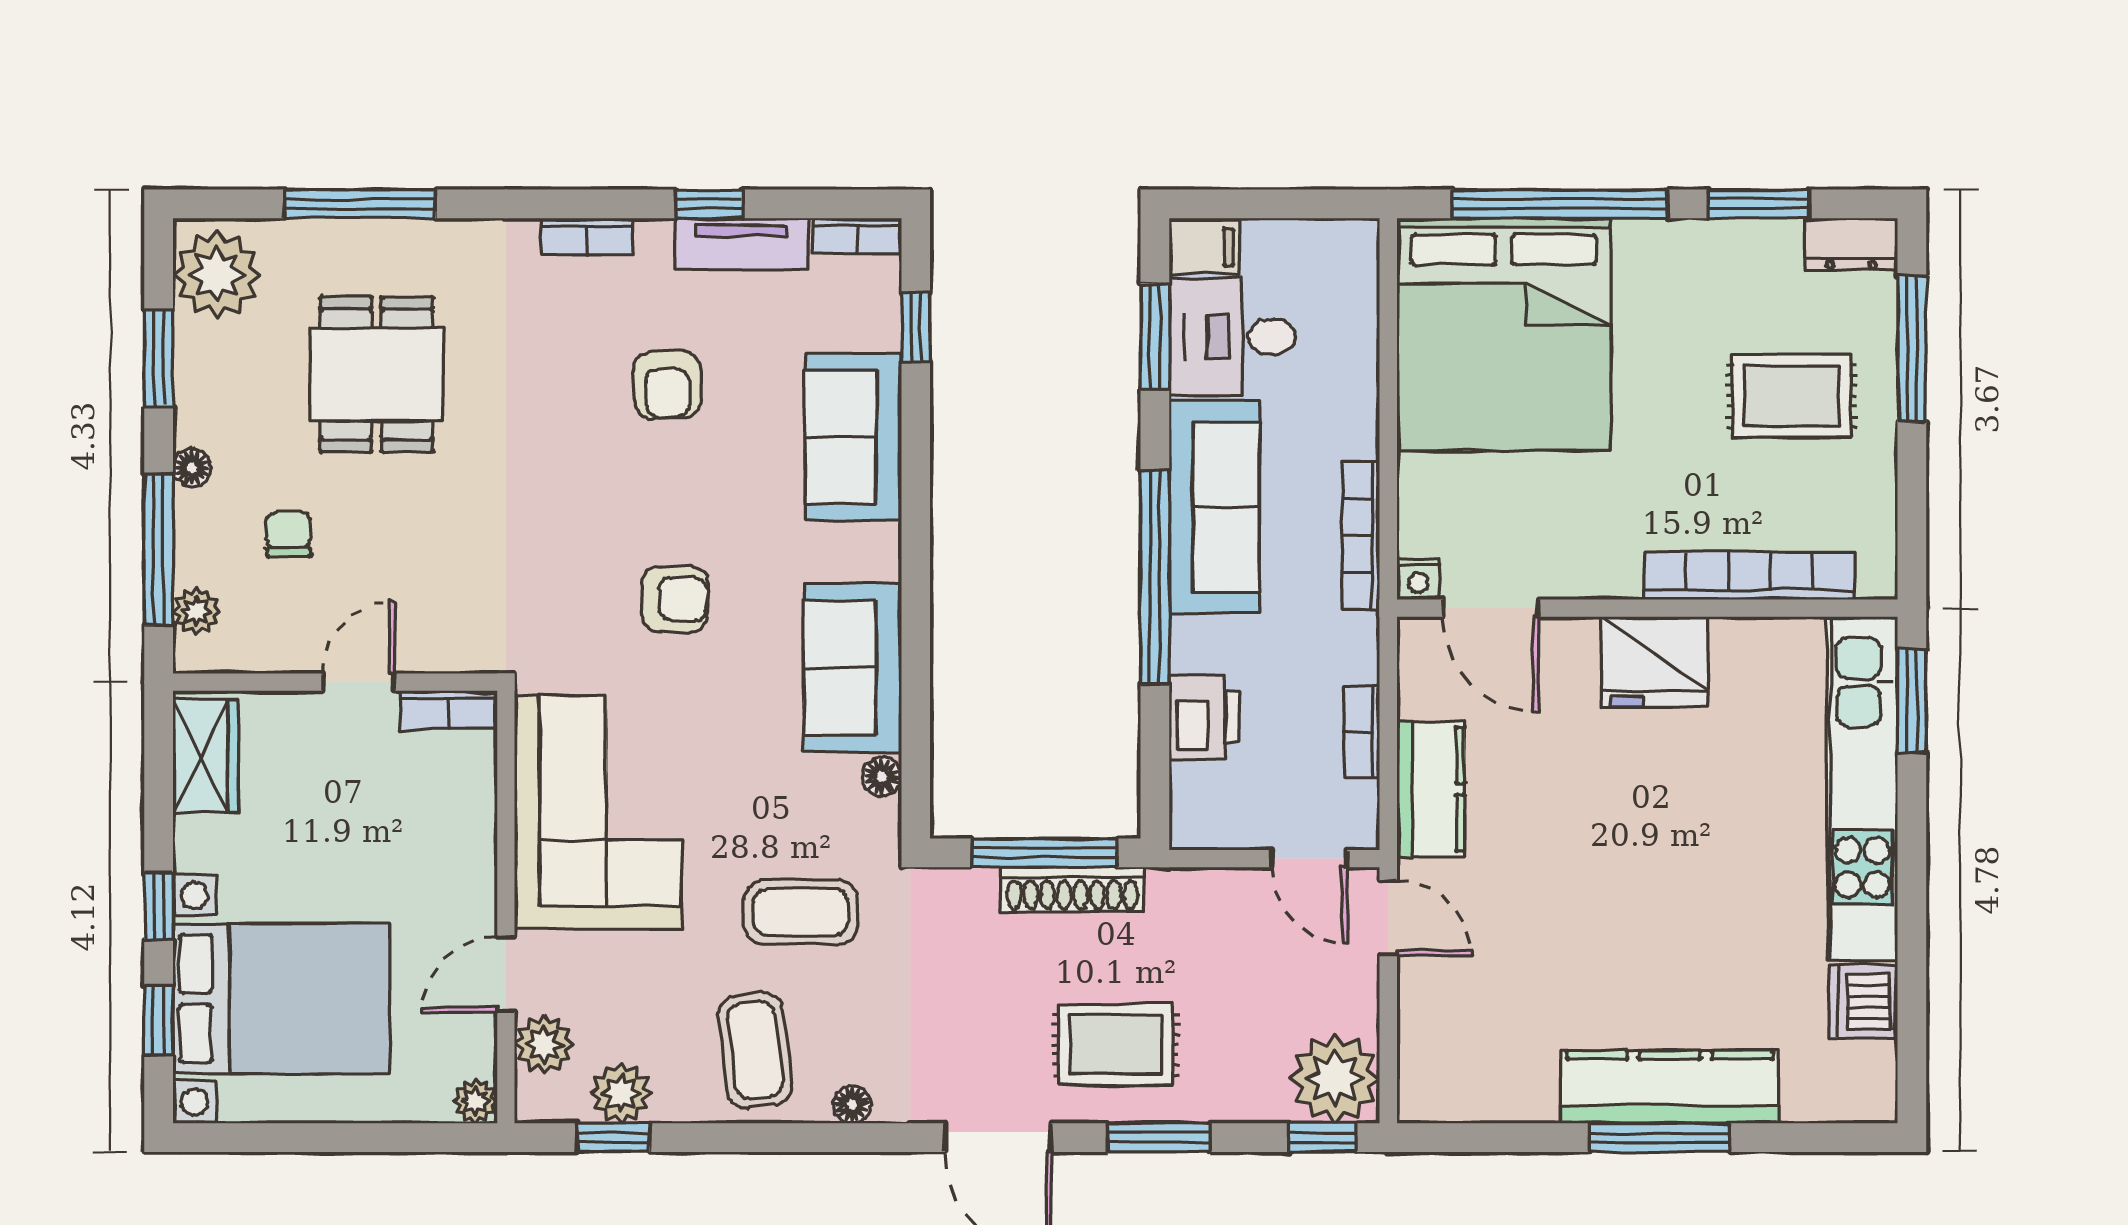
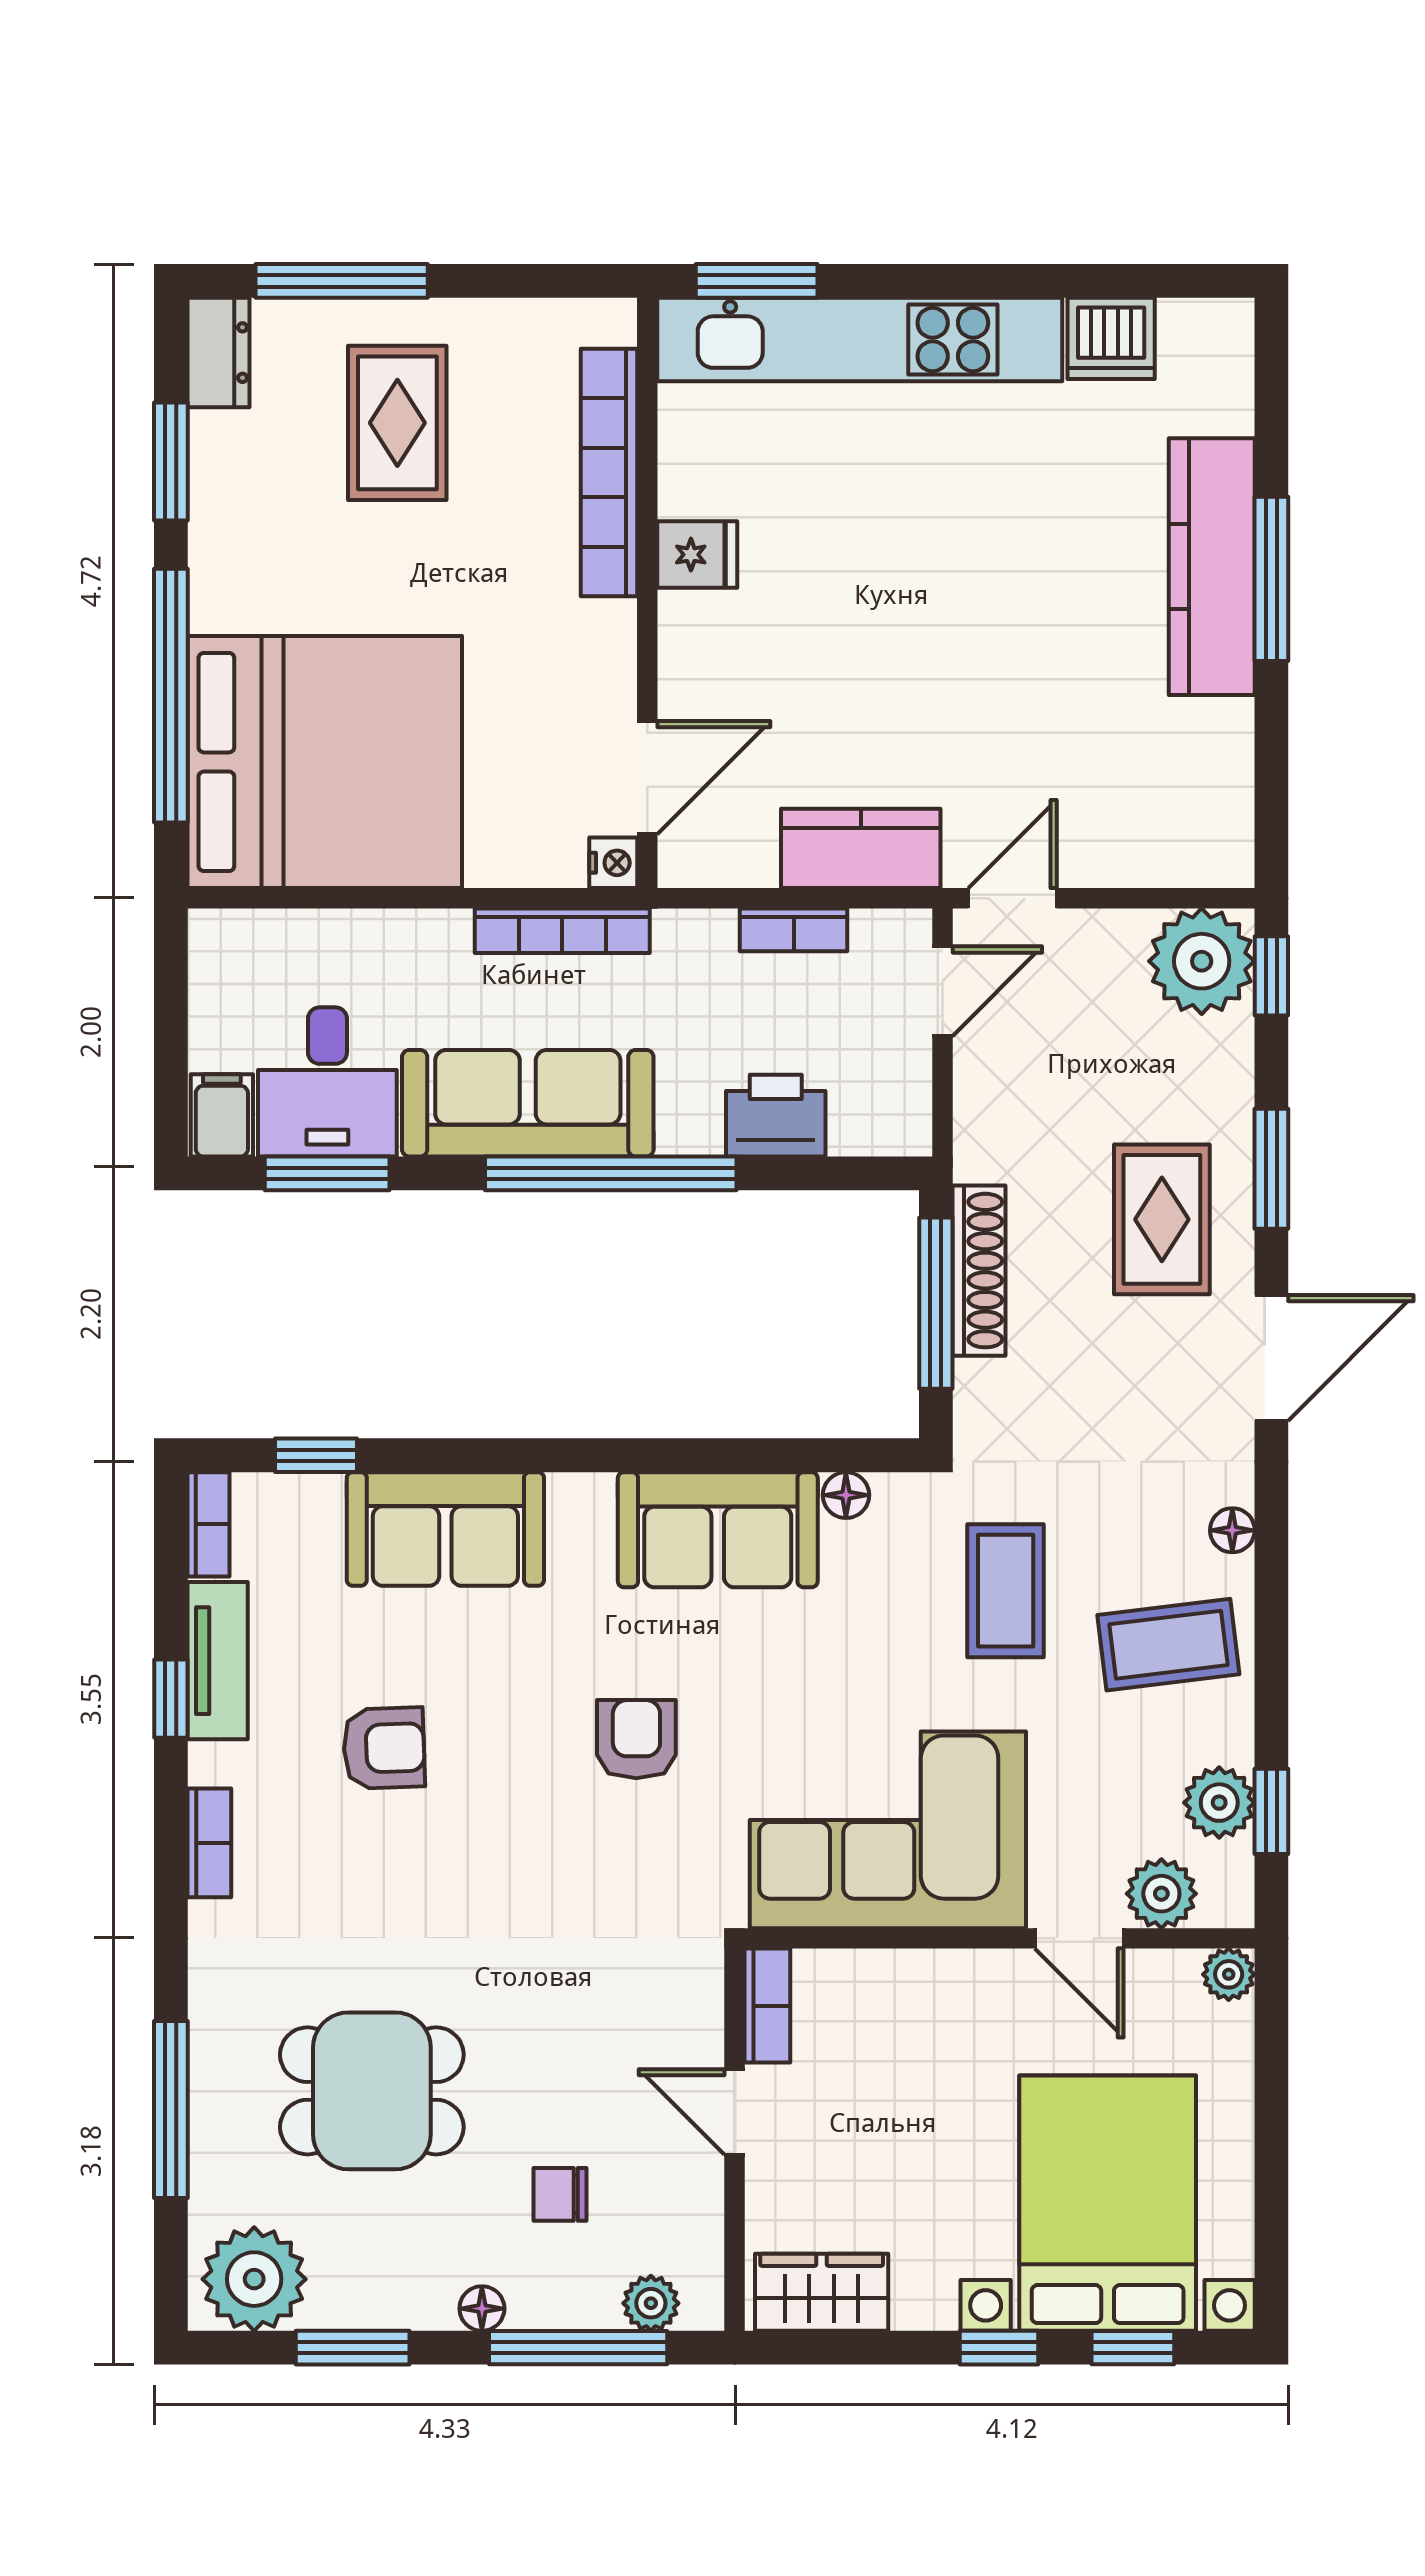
fridge: (1655, 662) -> (697, 555), width x0.53, depth x0.75

